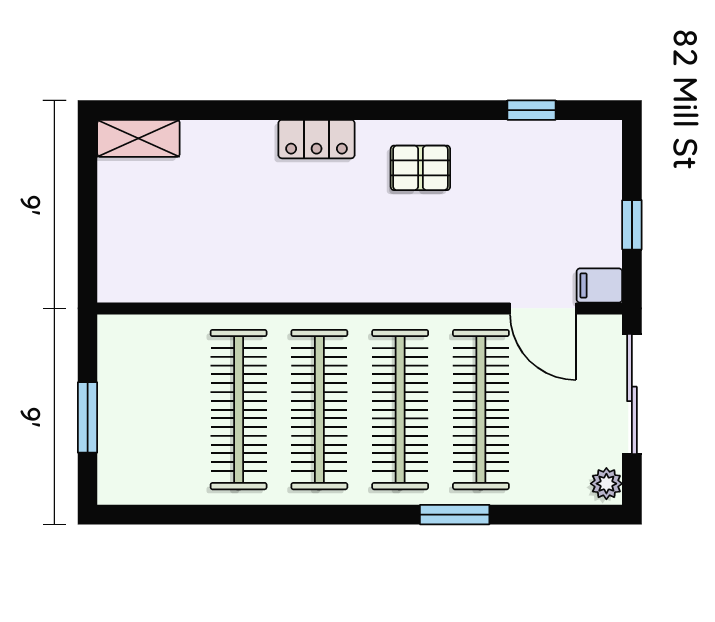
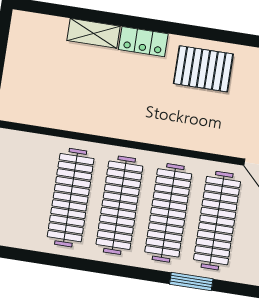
shelving: (138, 138) -> (94, 33), moved
pallet: (420, 168) -> (203, 69), width x1.50, depth x1.42

